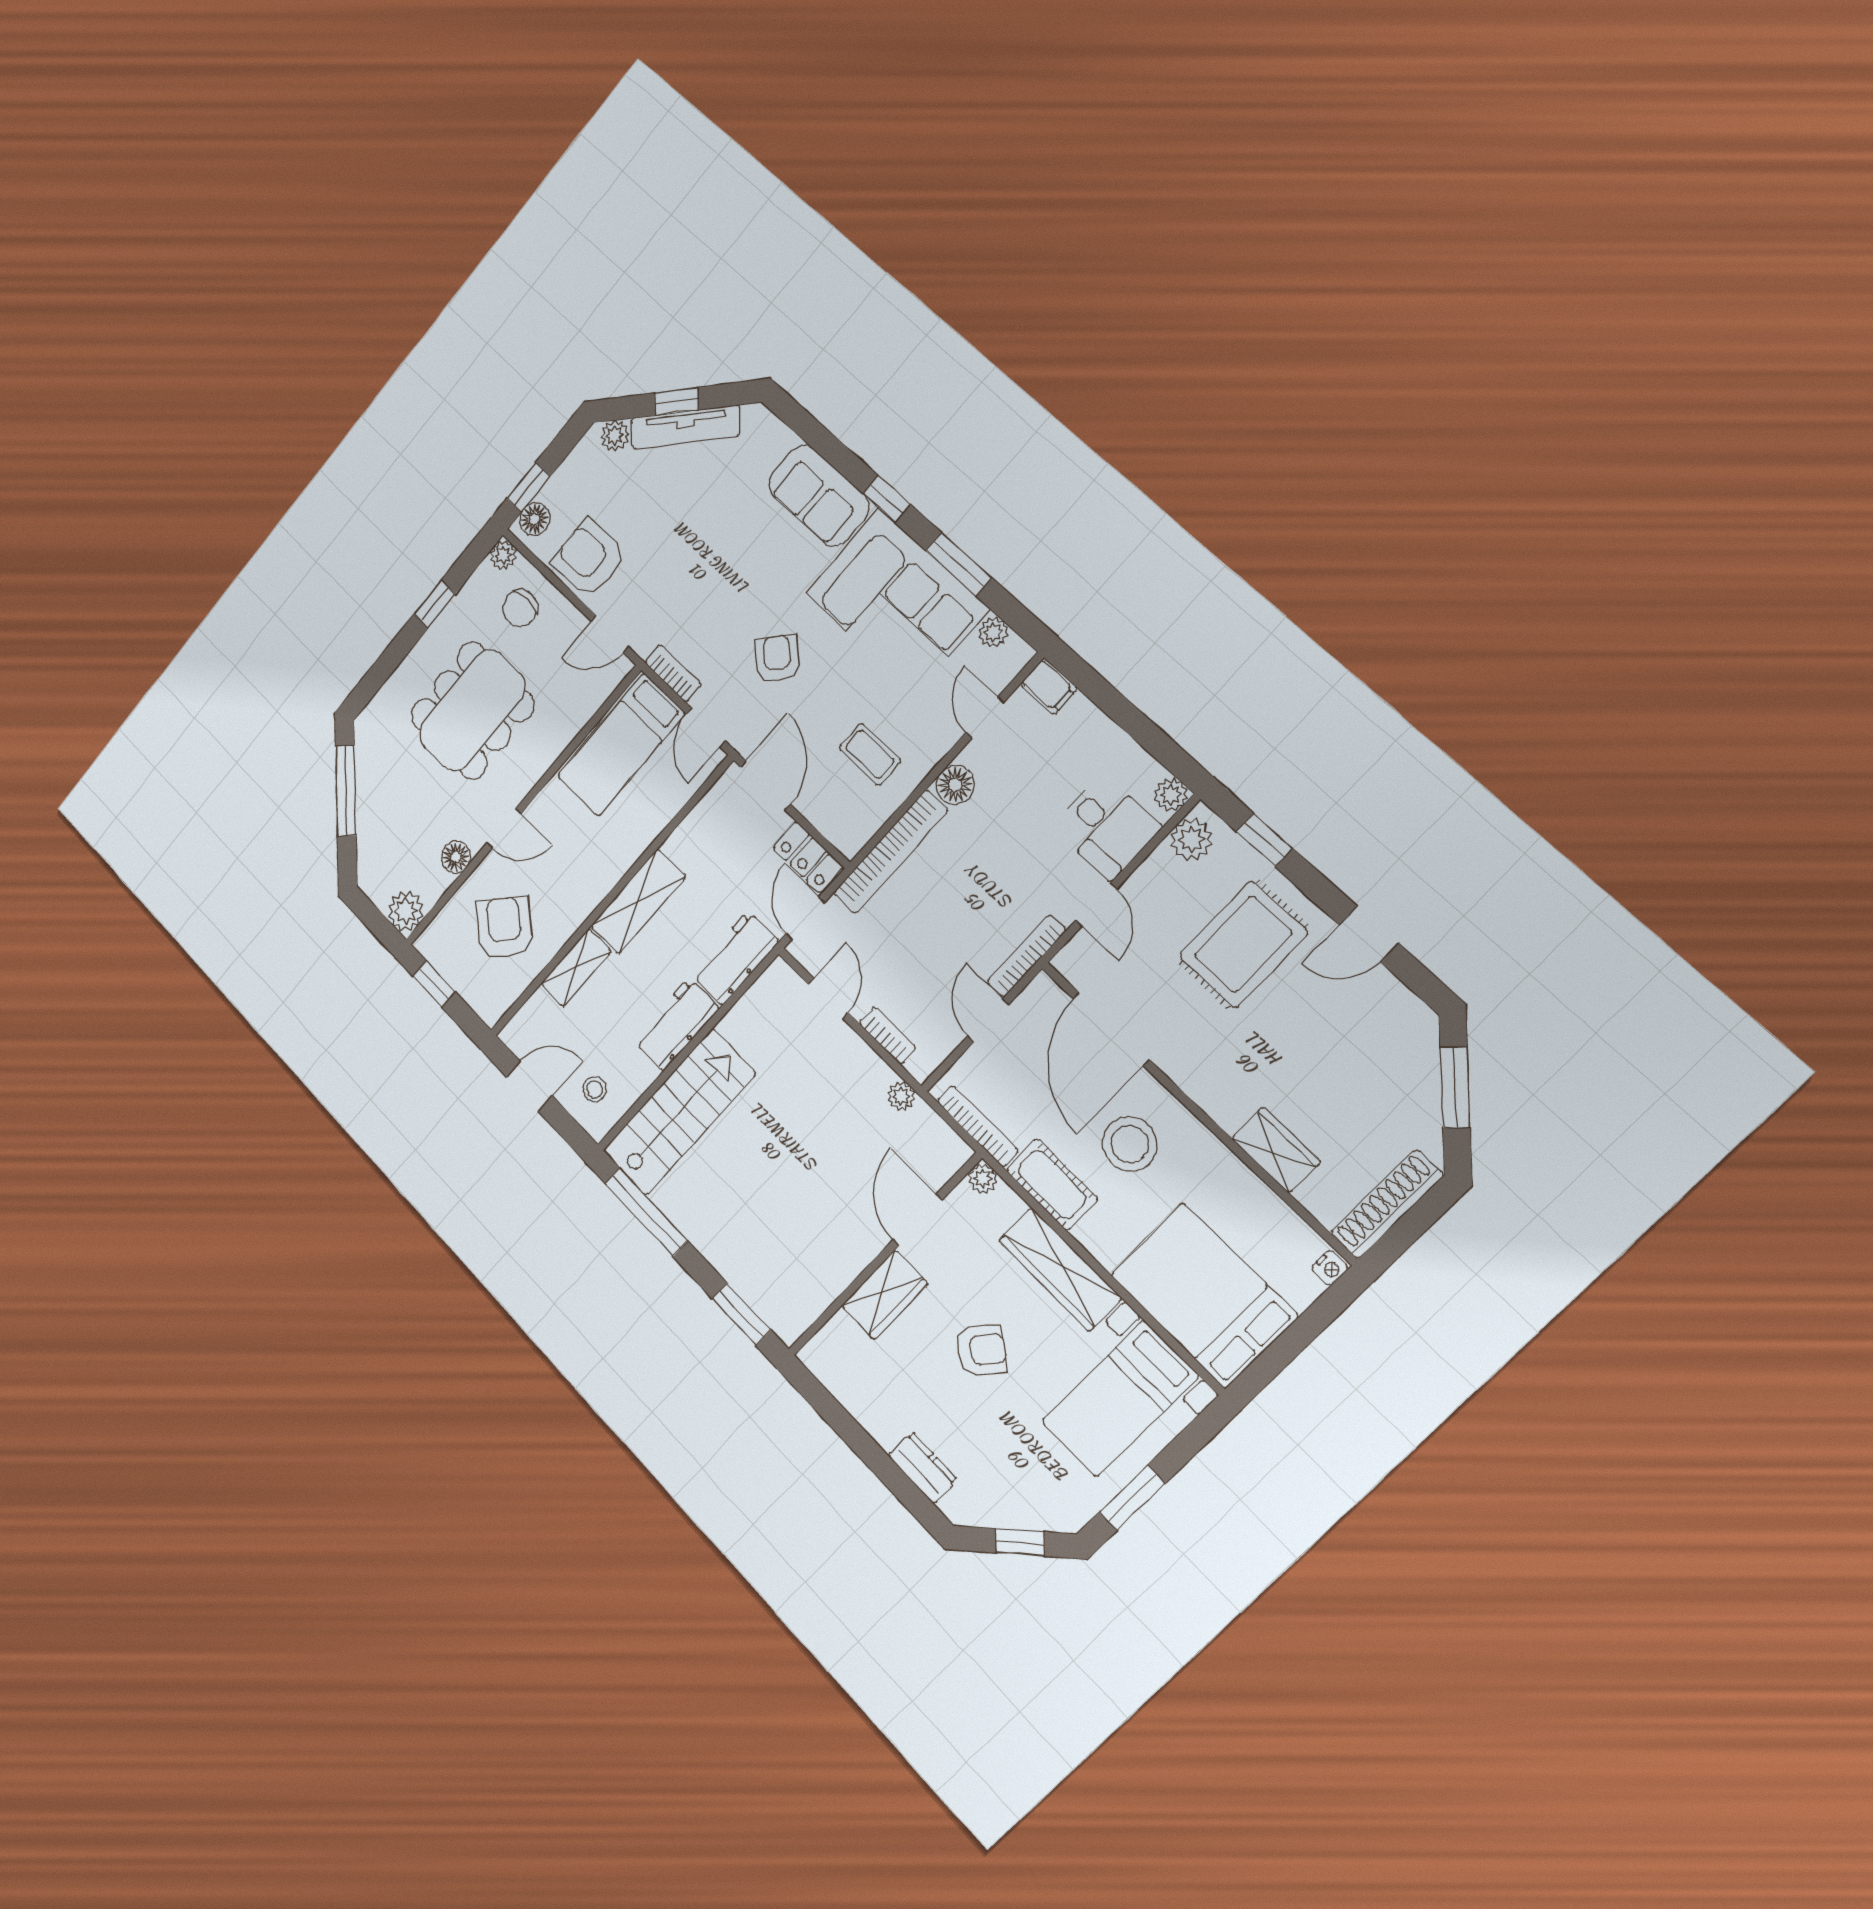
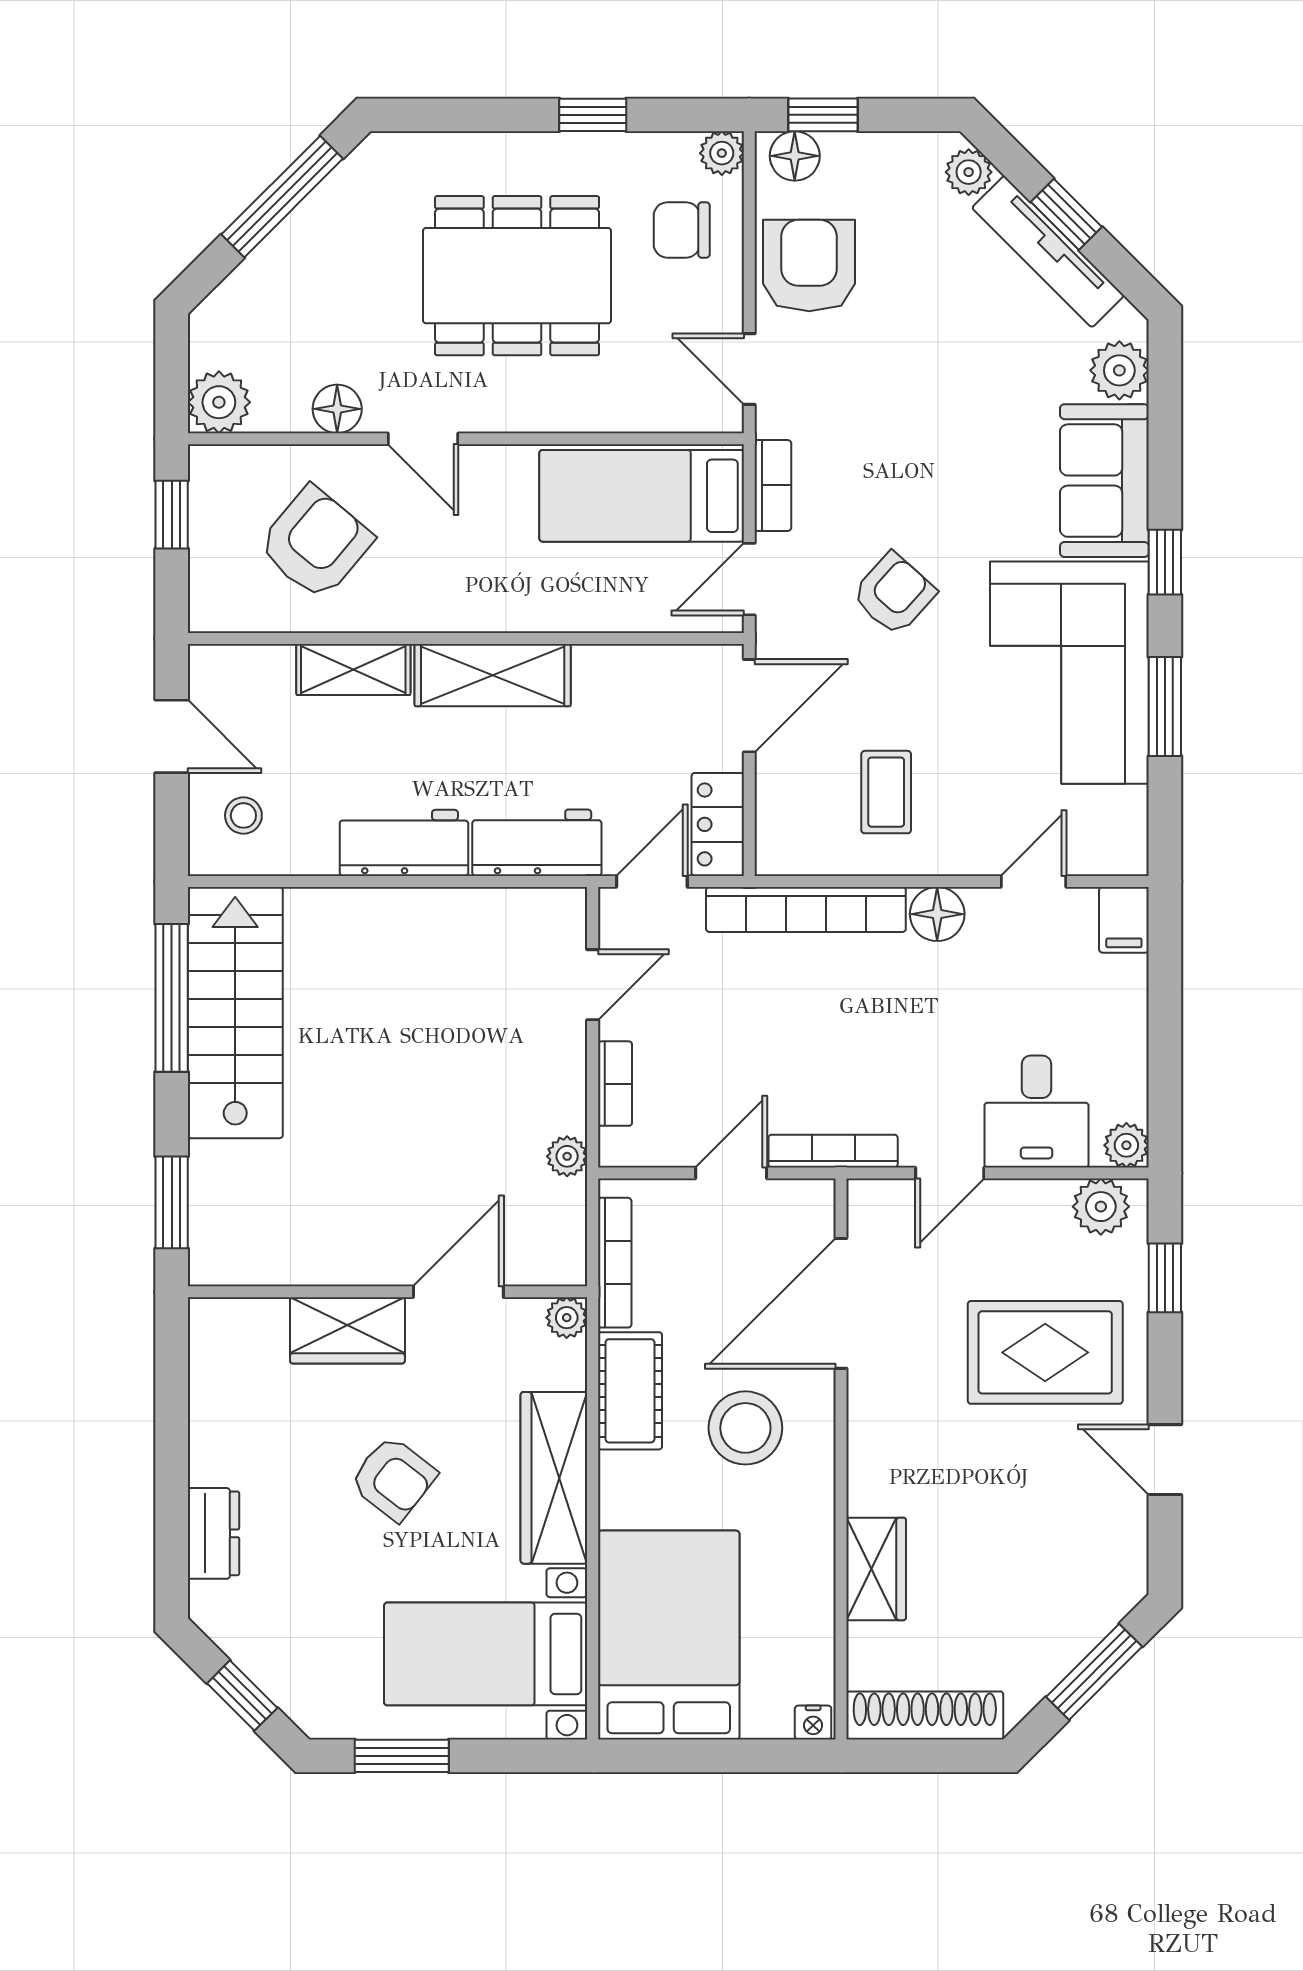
plant: (993, 632) -> (1119, 370), moved, width x1.38, depth x1.38
stairs: (679, 1113) -> (235, 1013), moved, turned -90

